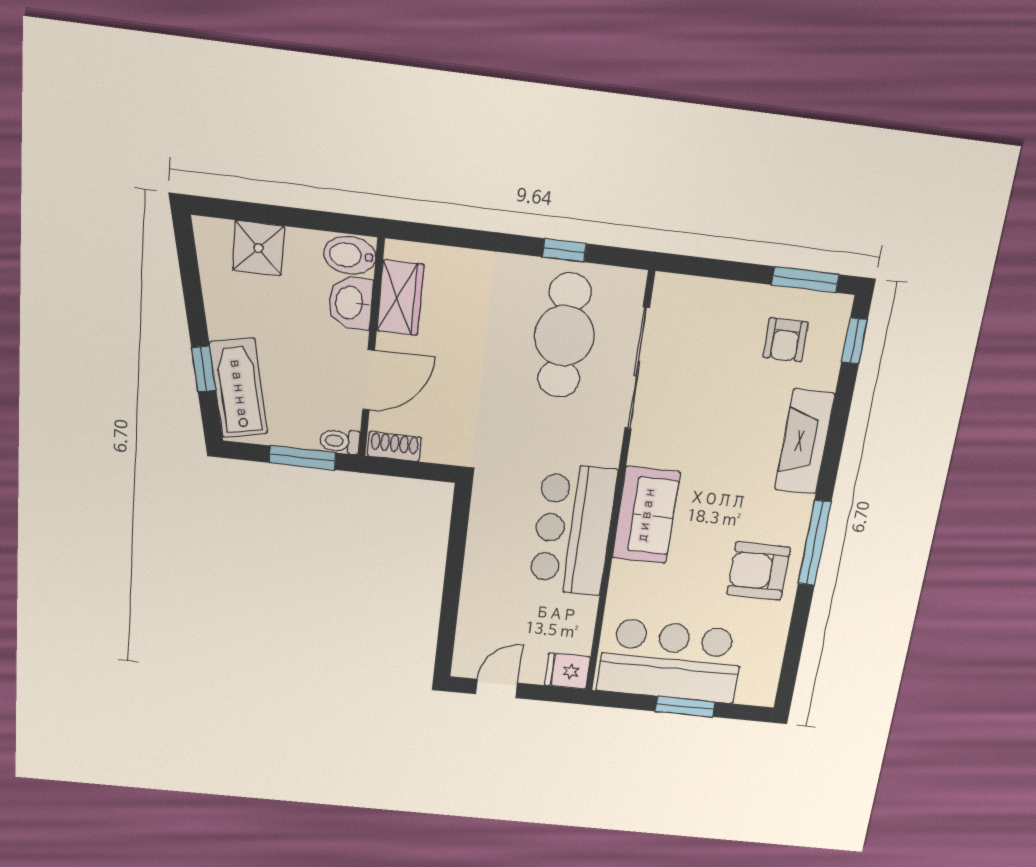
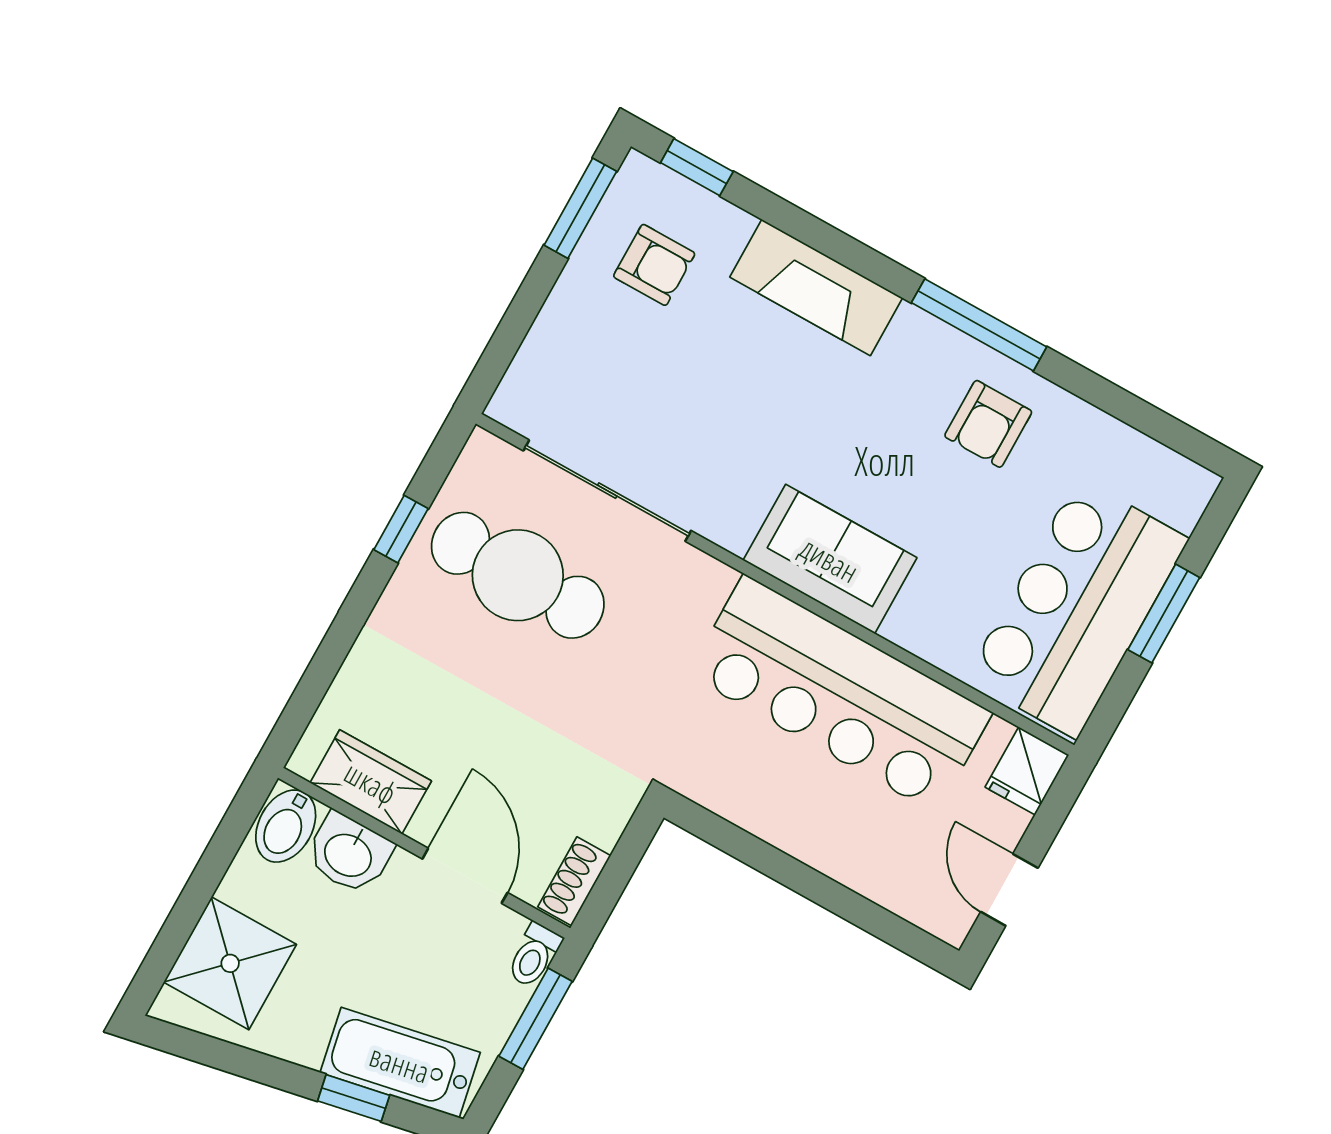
shower: (258, 248) -> (230, 963), width x1.36, depth x1.36
bar counter: (573, 530) -> (840, 694), width x1.36
armchair: (758, 571) -> (988, 424), width x0.72, depth x0.72

